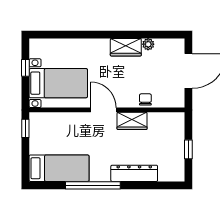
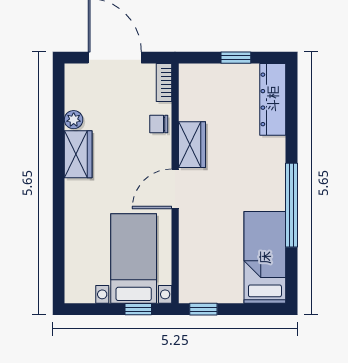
window: (25, 68) -> (138, 309), moved
bookcase: (172, 103) -> (164, 83), added
dresser: (134, 173) -> (273, 99), moved

